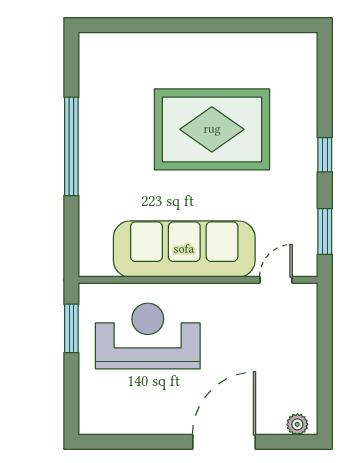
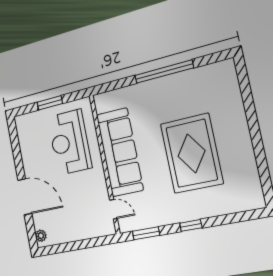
window: (71, 328) -> (50, 103), moved
reception desk: (148, 336) -> (70, 142), turned 180

